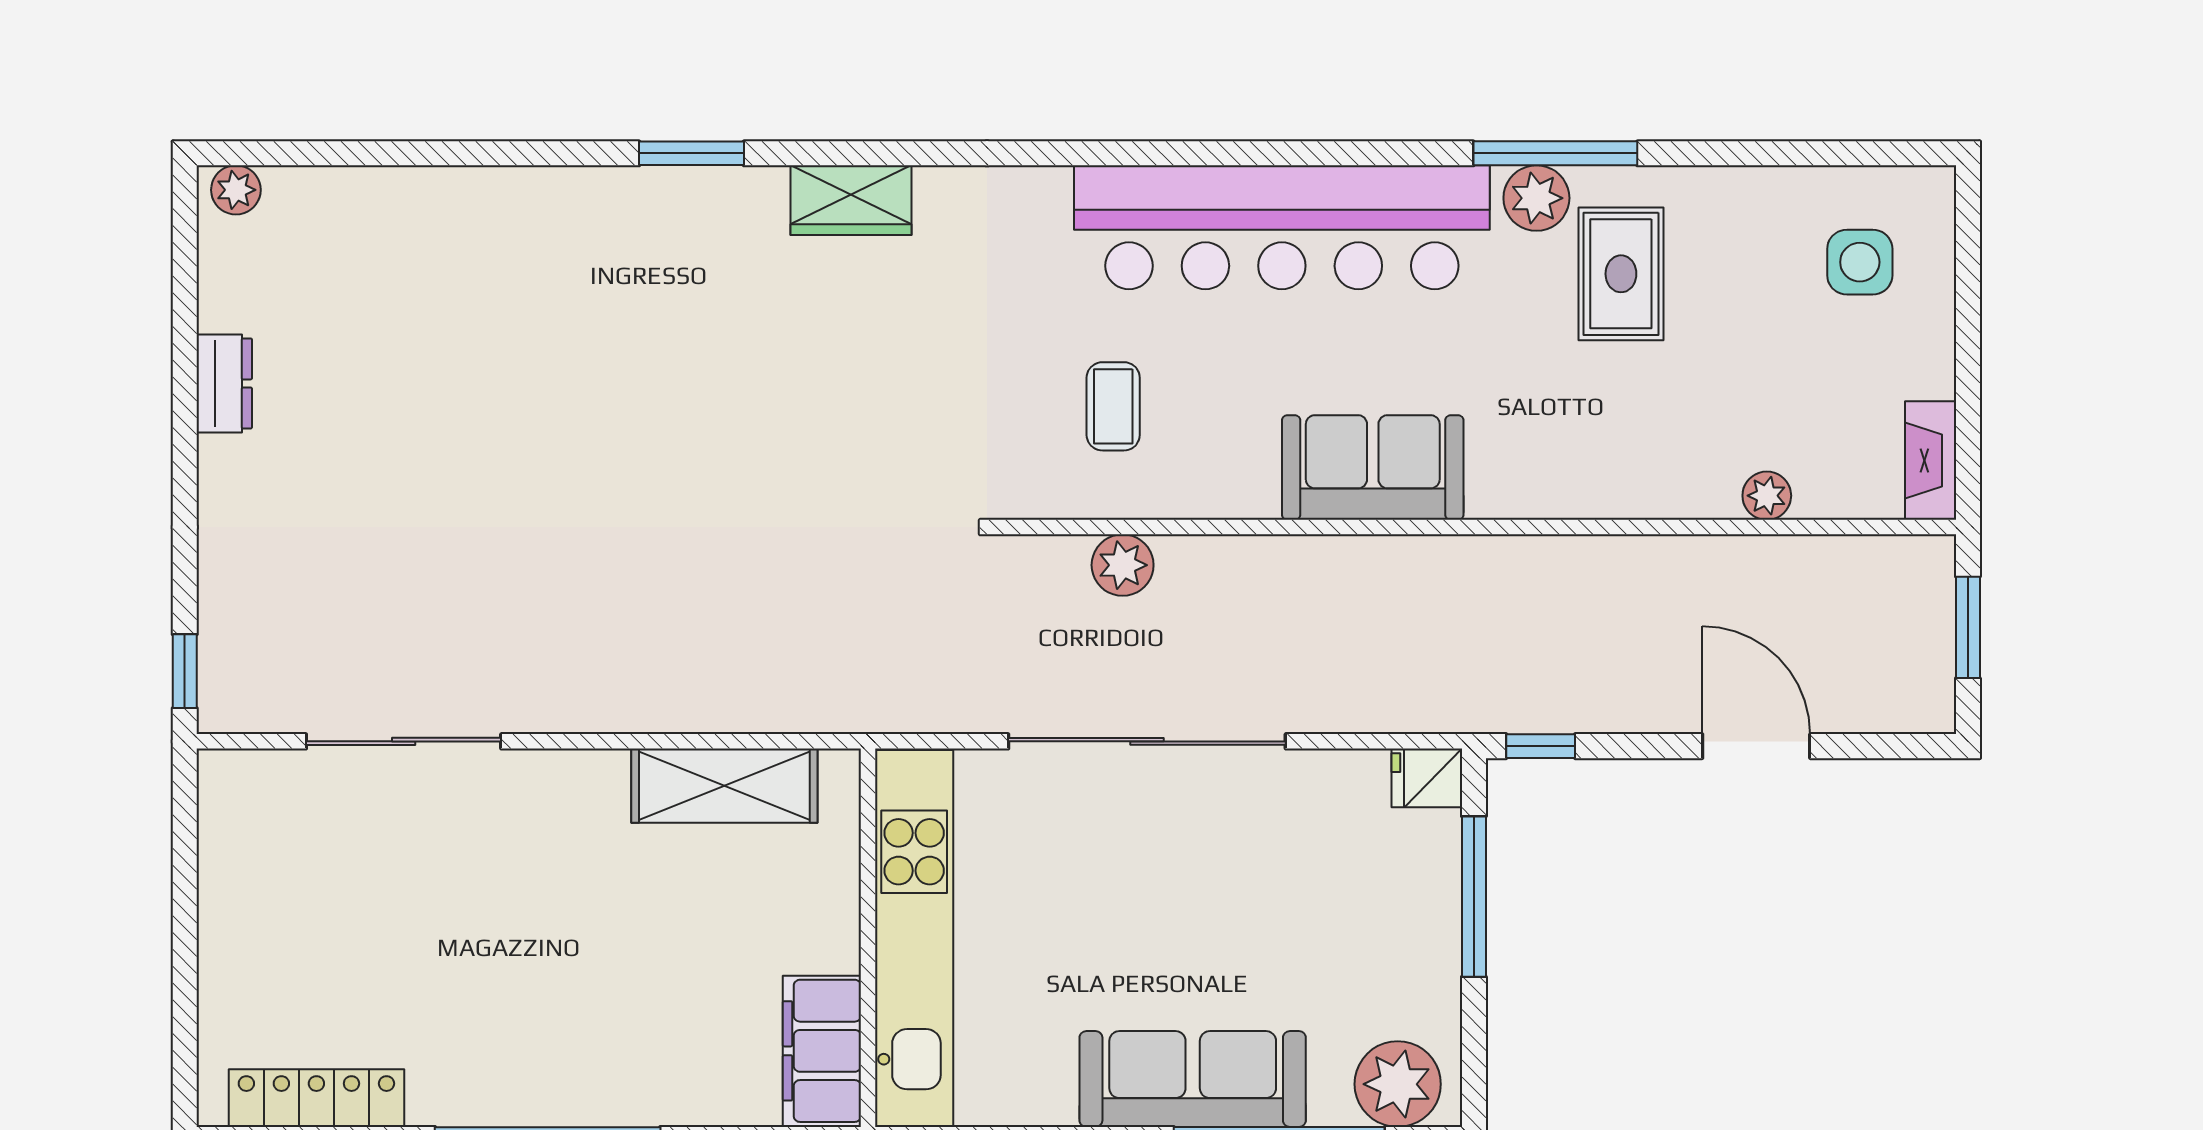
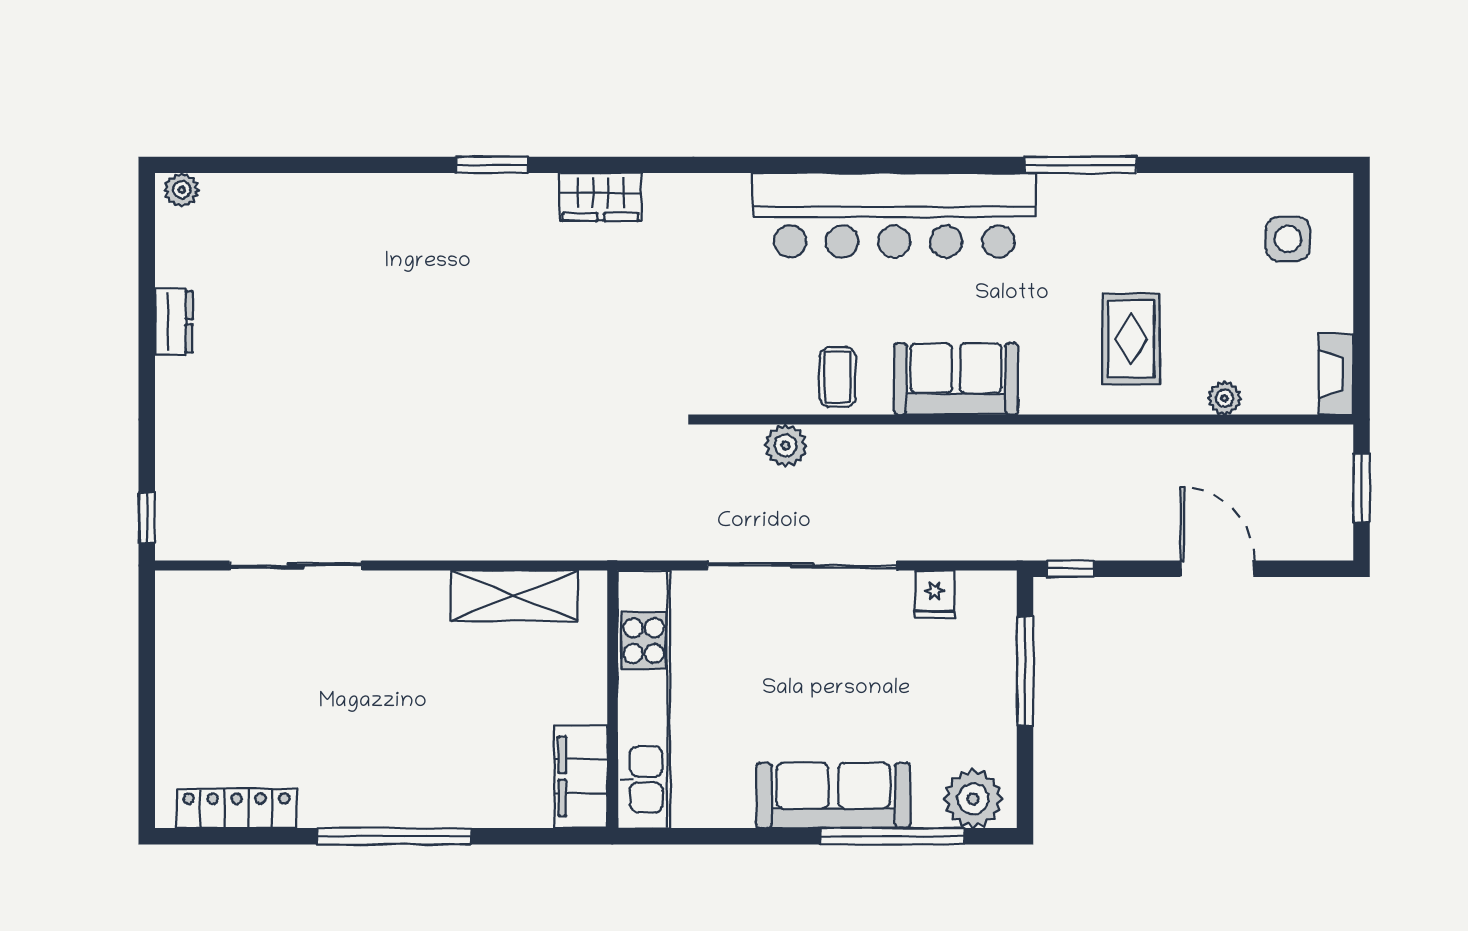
plant: (1536, 198) -> (1068, 195), removed
rug: (1621, 274) -> (1131, 339), moved
coffee table: (1113, 406) -> (838, 377), moved
fridge: (1427, 778) -> (935, 594), moved, turned -90

